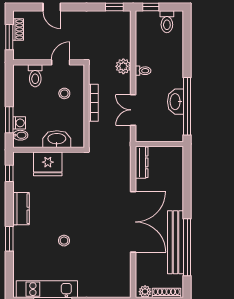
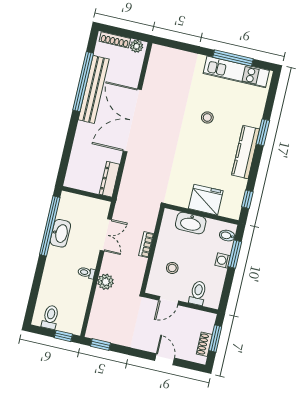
bookcase: (93, 103) -> (146, 245), width x0.64
washing machine: (19, 123) -> (223, 260), moved
kitchen counter: (21, 209) -> (246, 152), width x1.50

